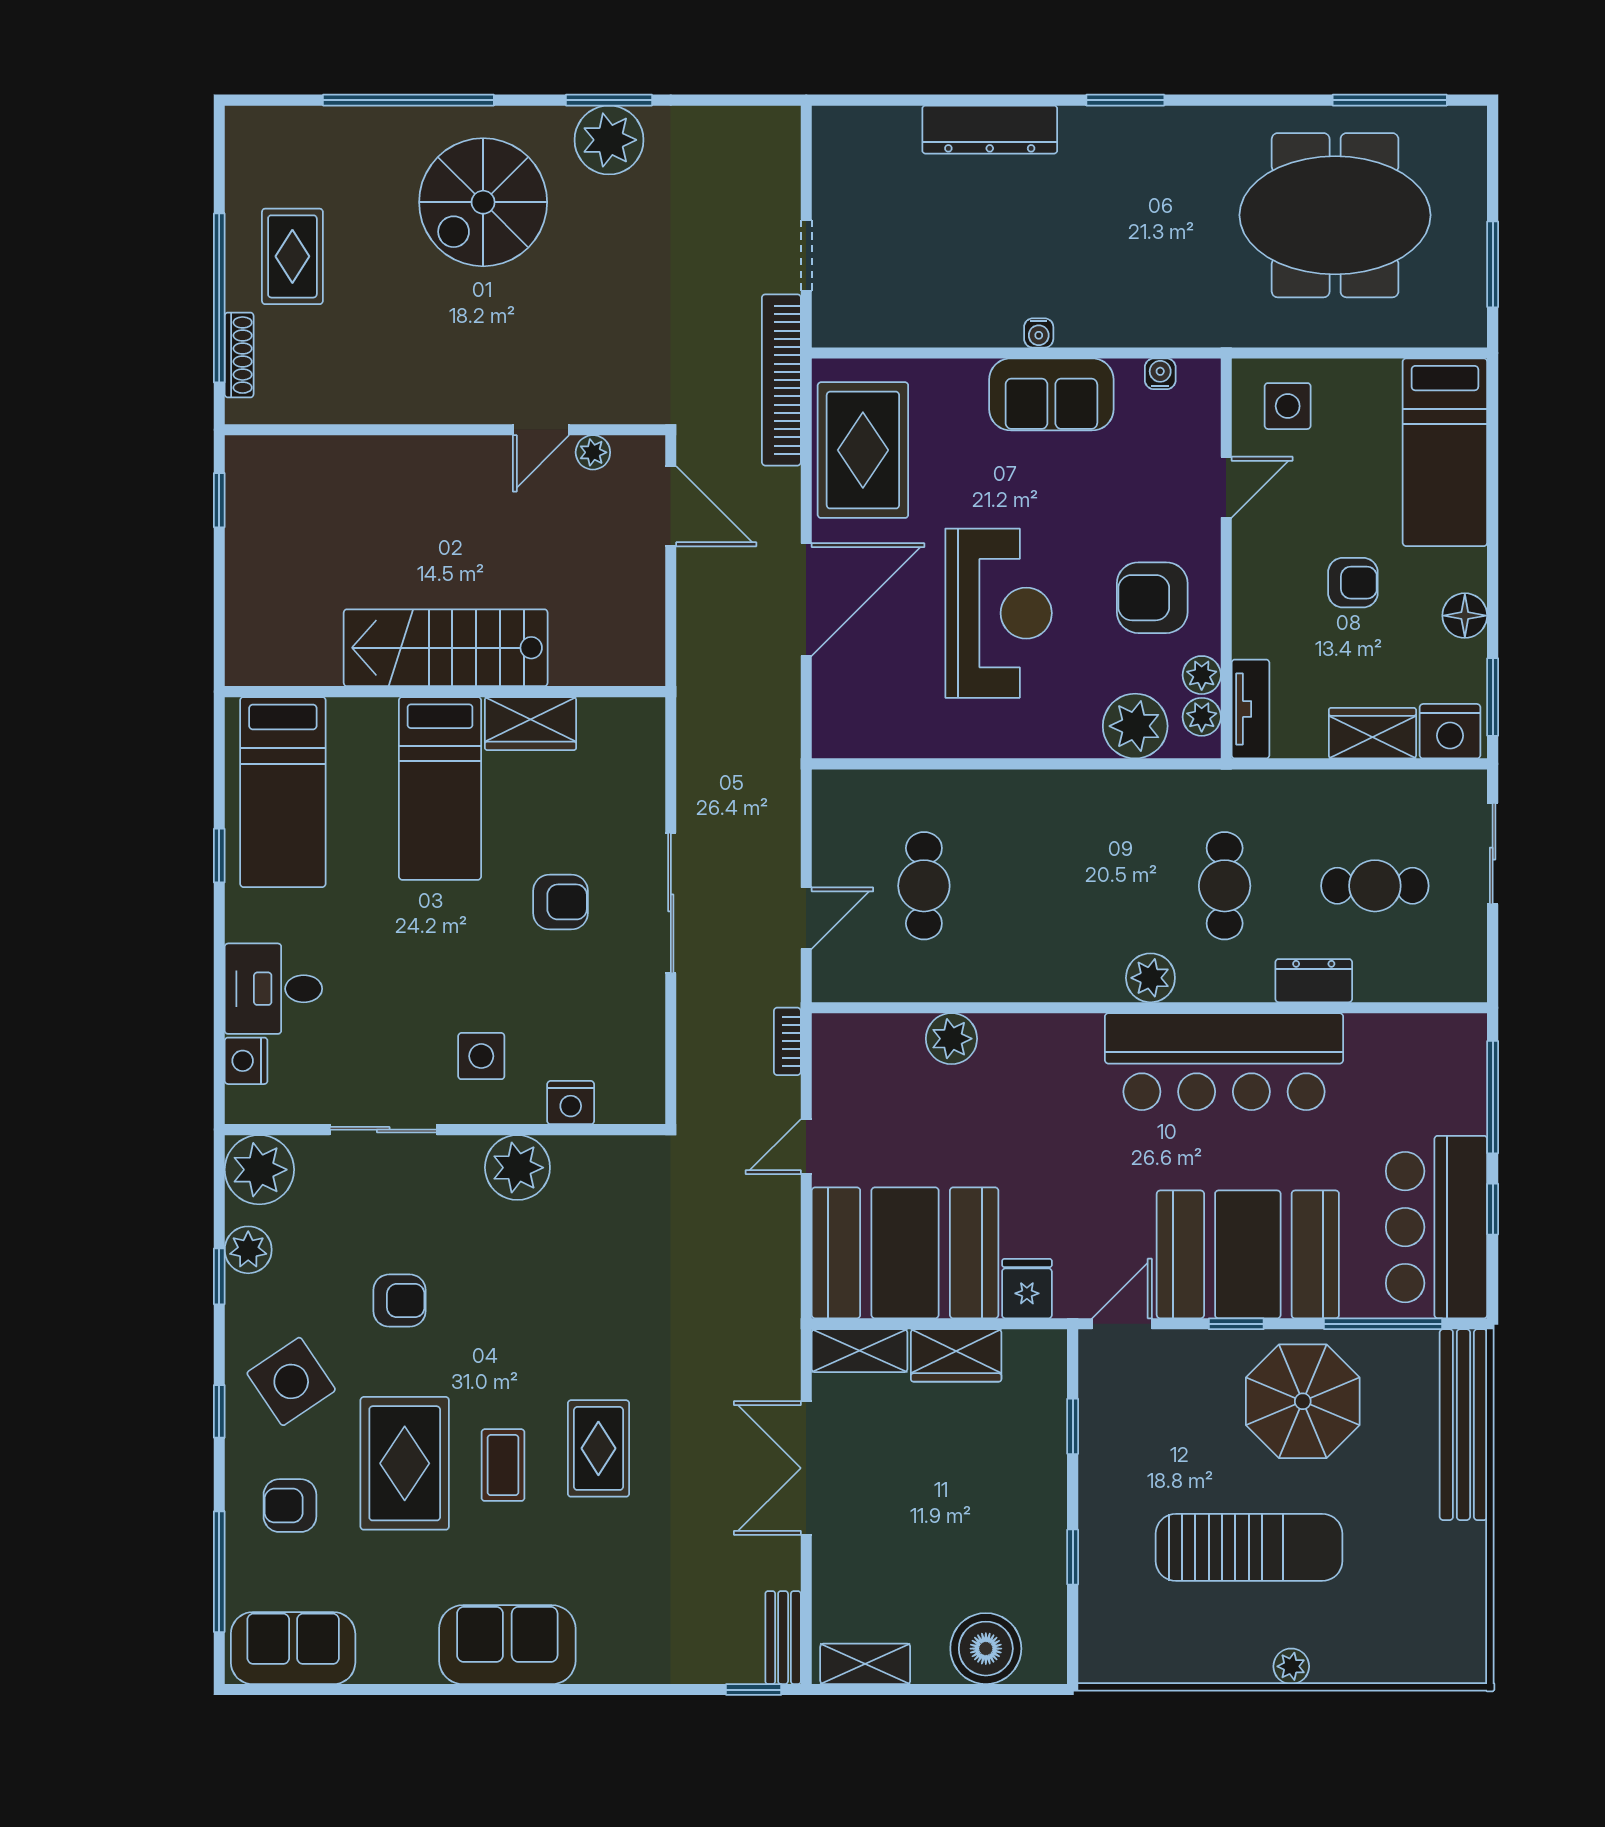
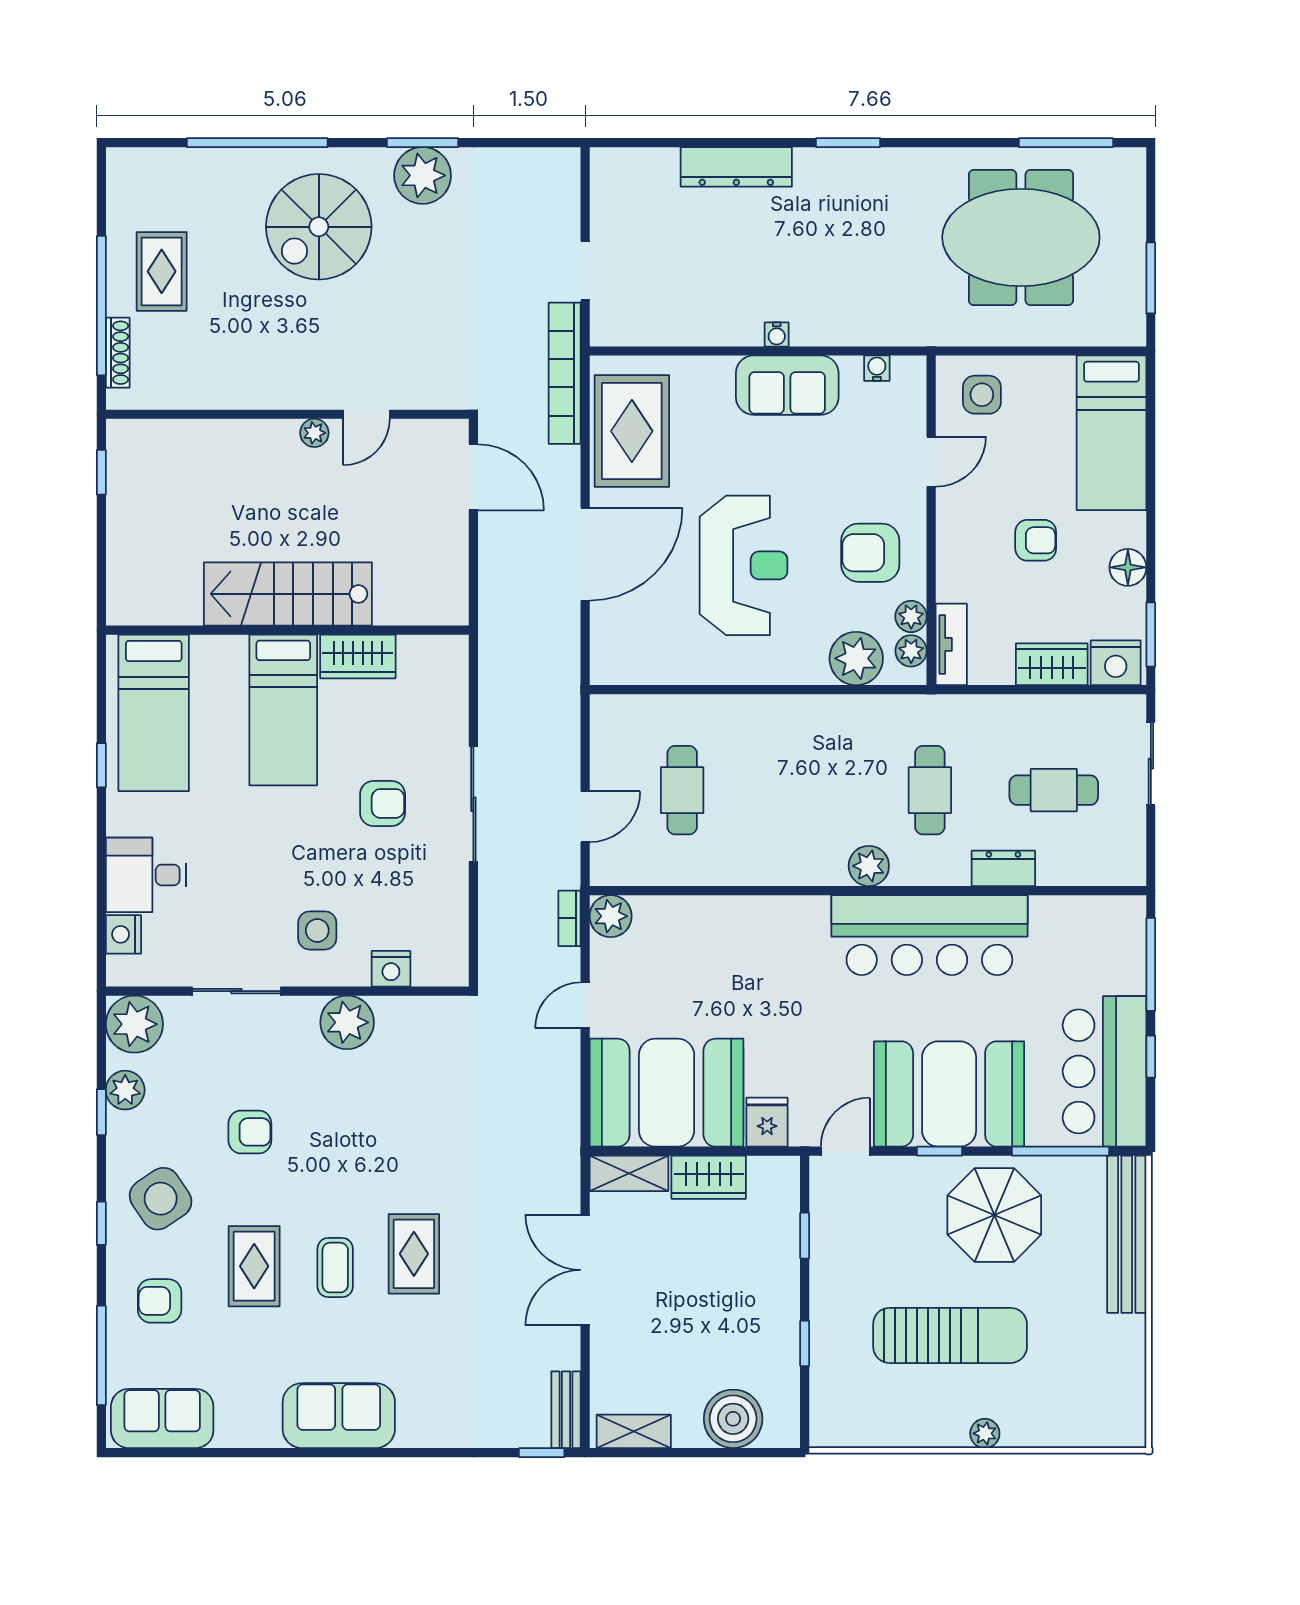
plant: (593, 452) -> (314, 433), moved
plant: (951, 1039) -> (611, 916), moved
rug: (405, 1463) -> (254, 1266), width x0.73, depth x0.70

